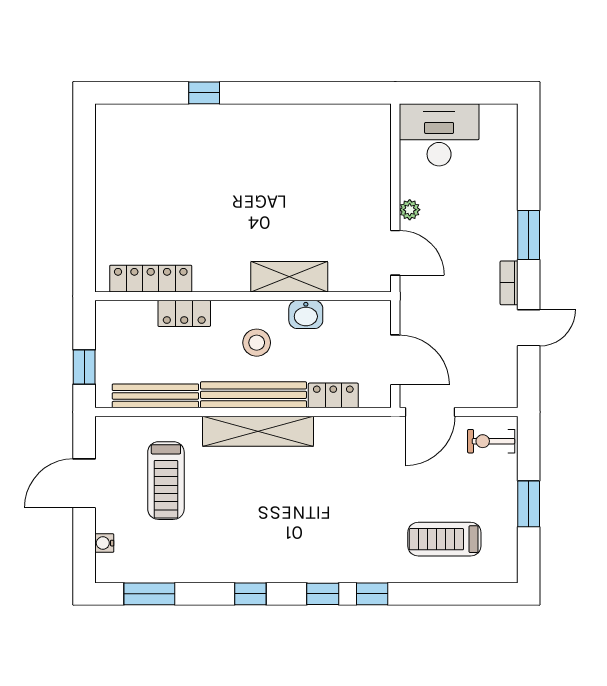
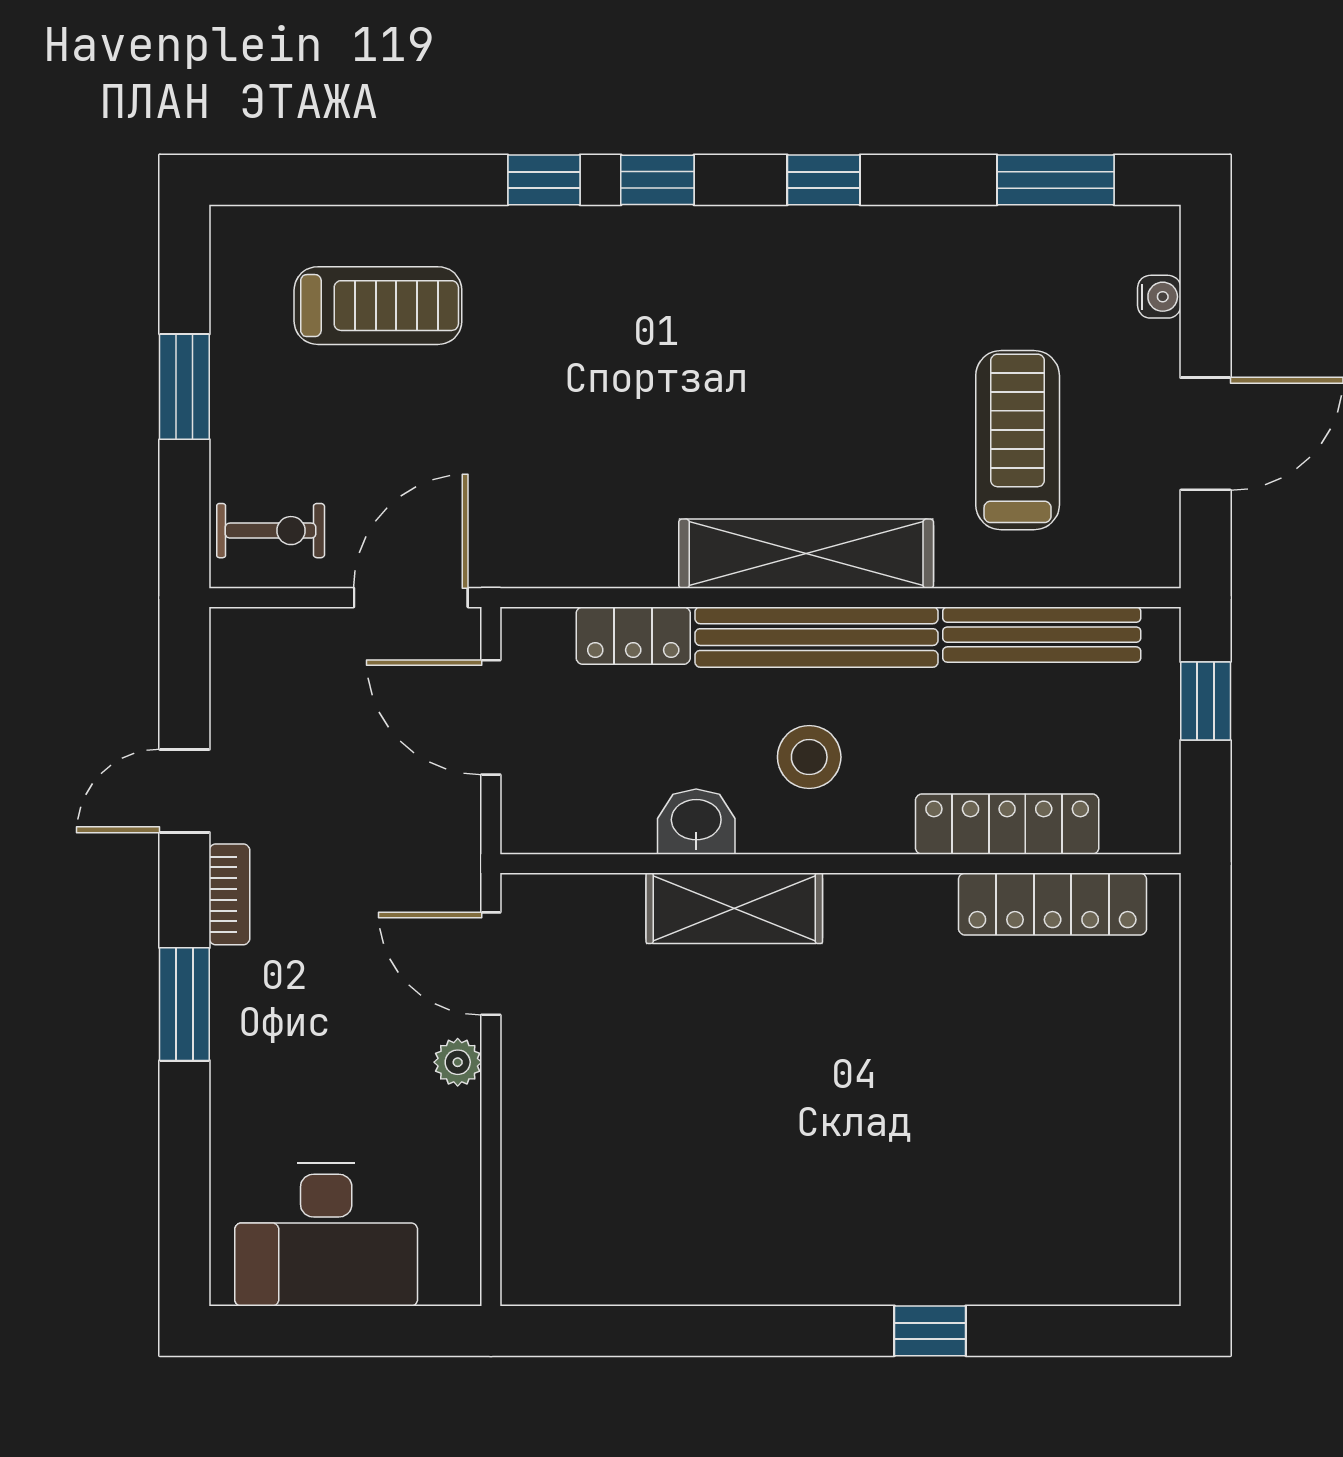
desk: (439, 135) -> (326, 1234), moved
locker: (184, 313) -> (1007, 824), width x1.53

